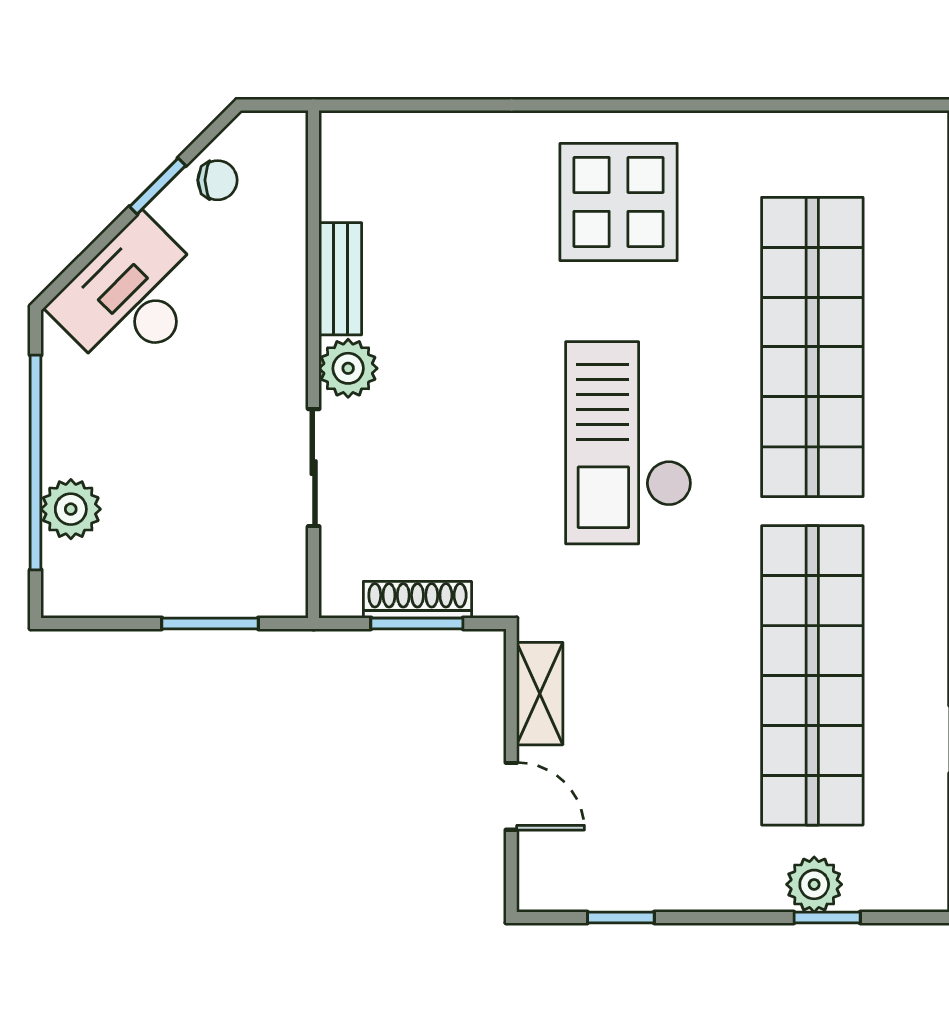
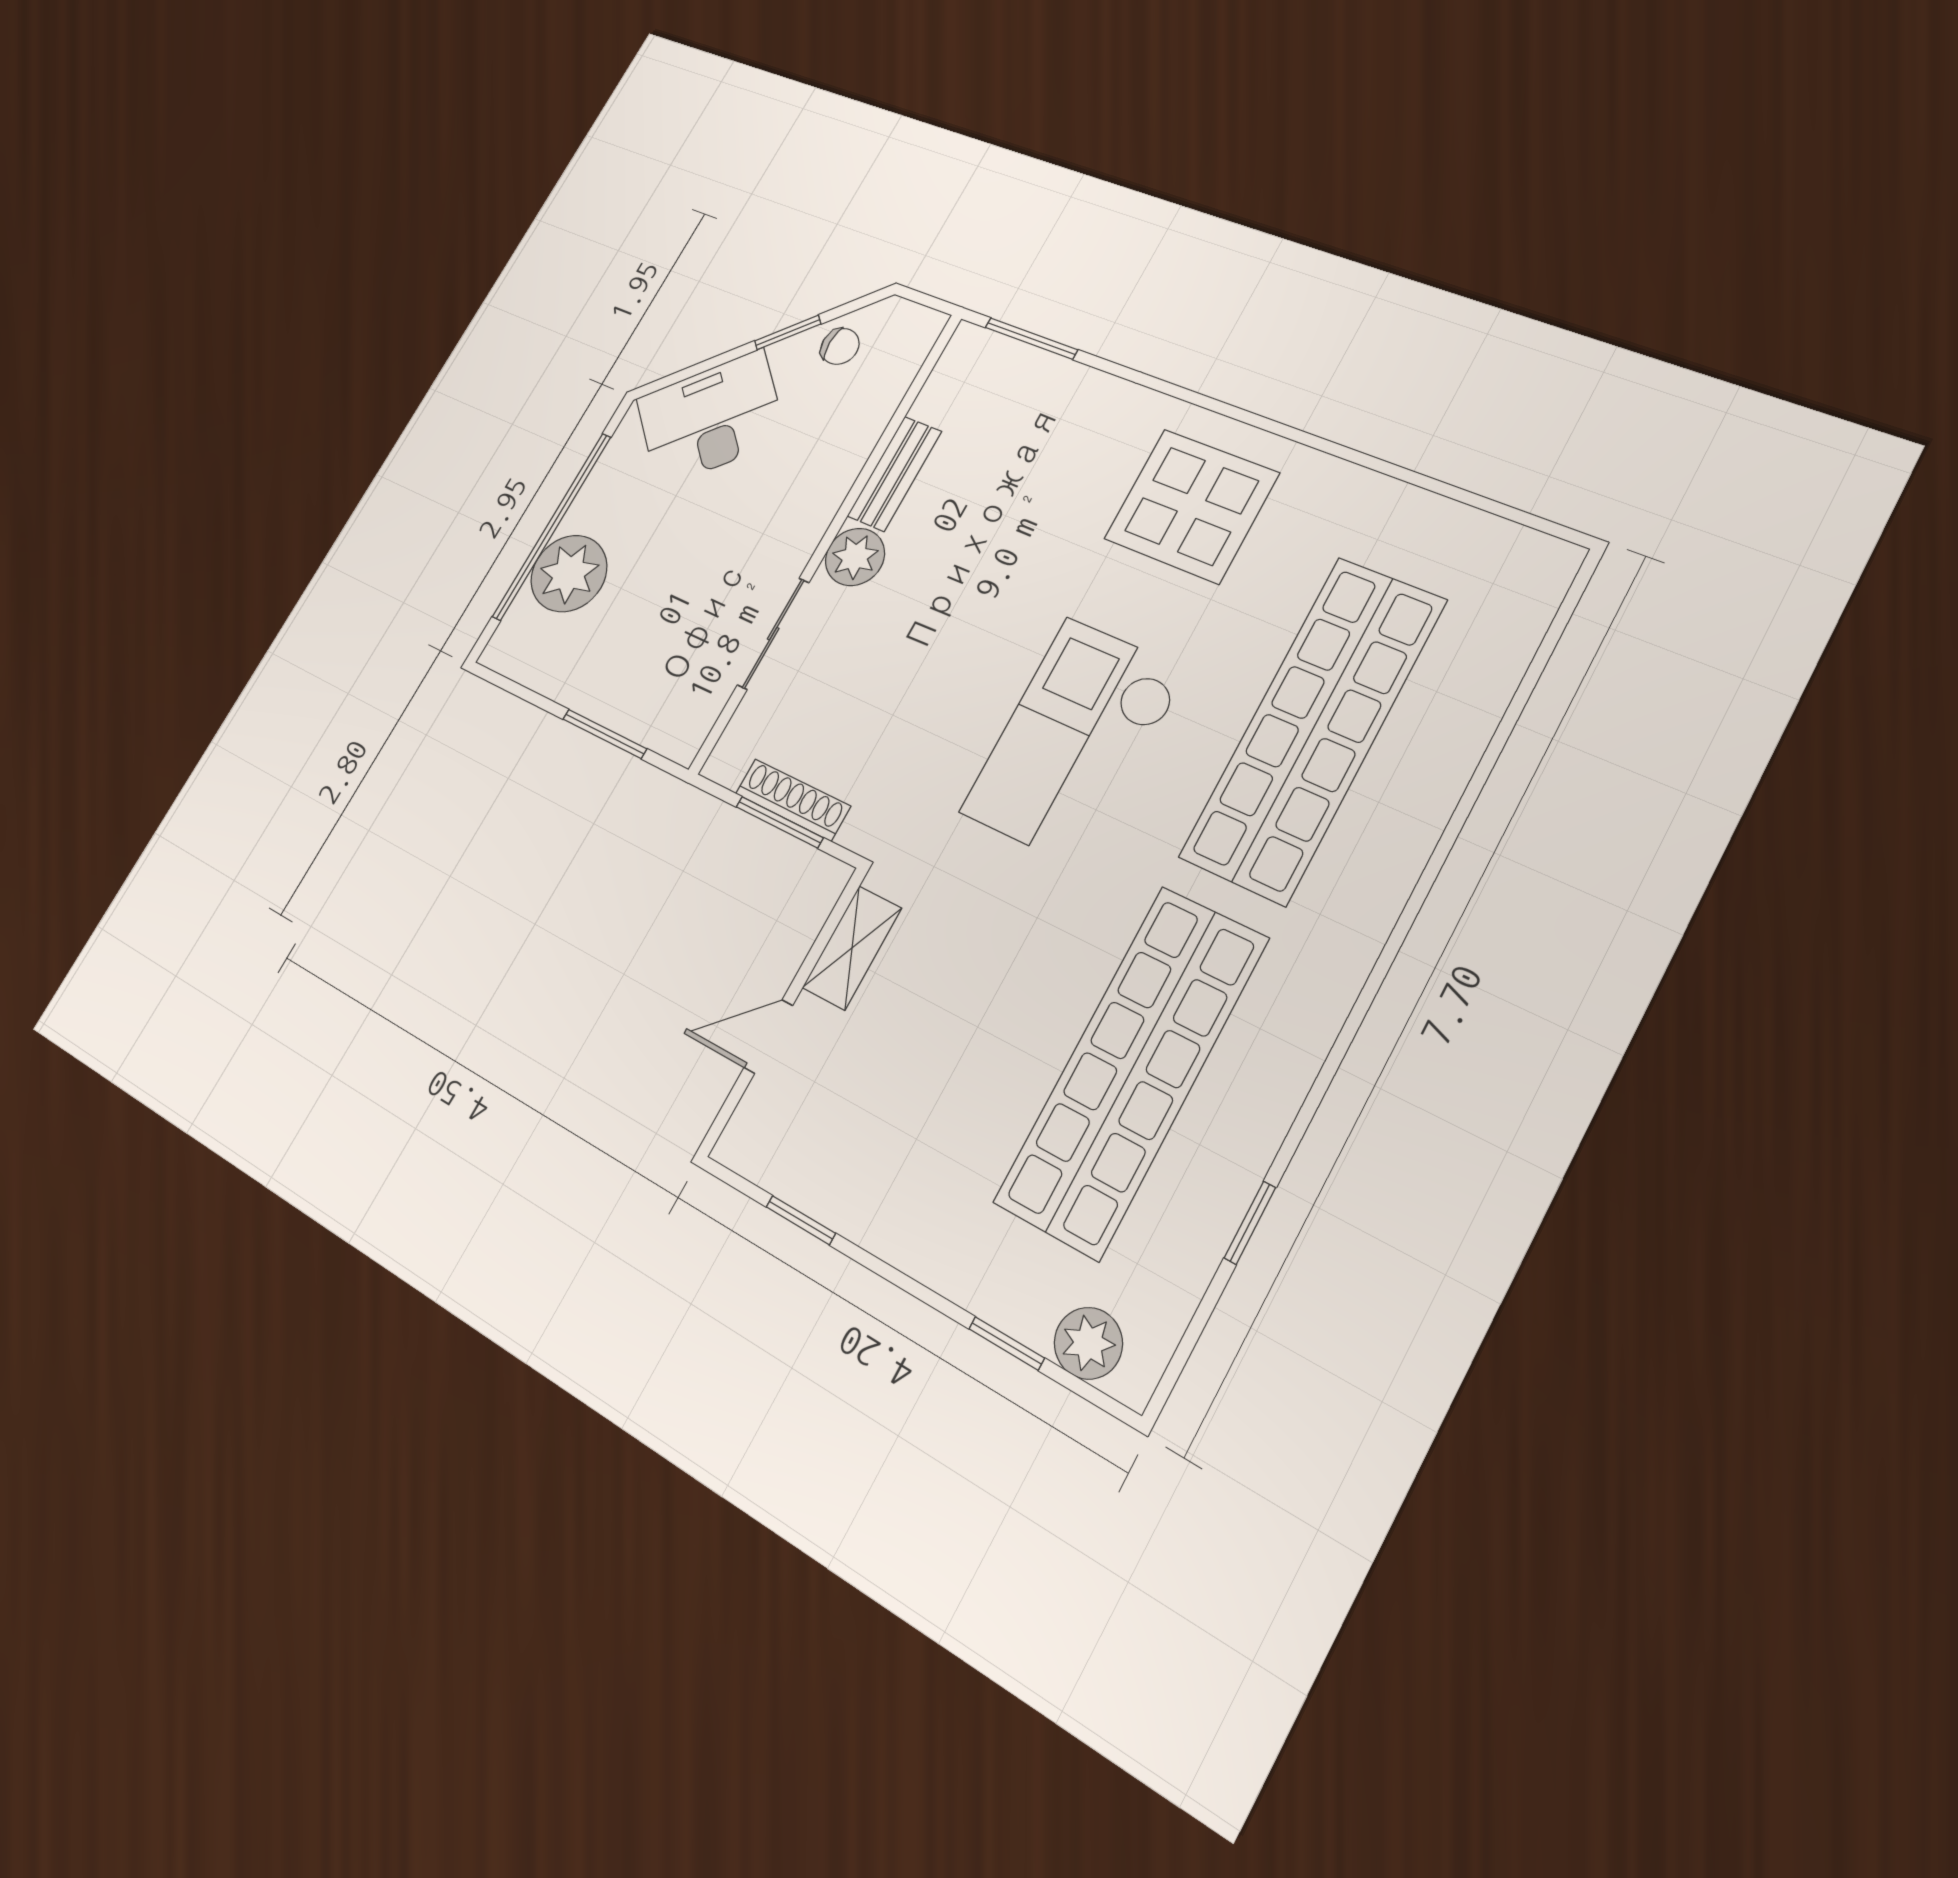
window: (395, 105) -> (1031, 339), added
plant: (71, 509) -> (569, 573), width x1.36, depth x1.36
door: (511, 796) -> (768, 1036), swing flipped
plant: (814, 884) -> (1088, 1343), moved

